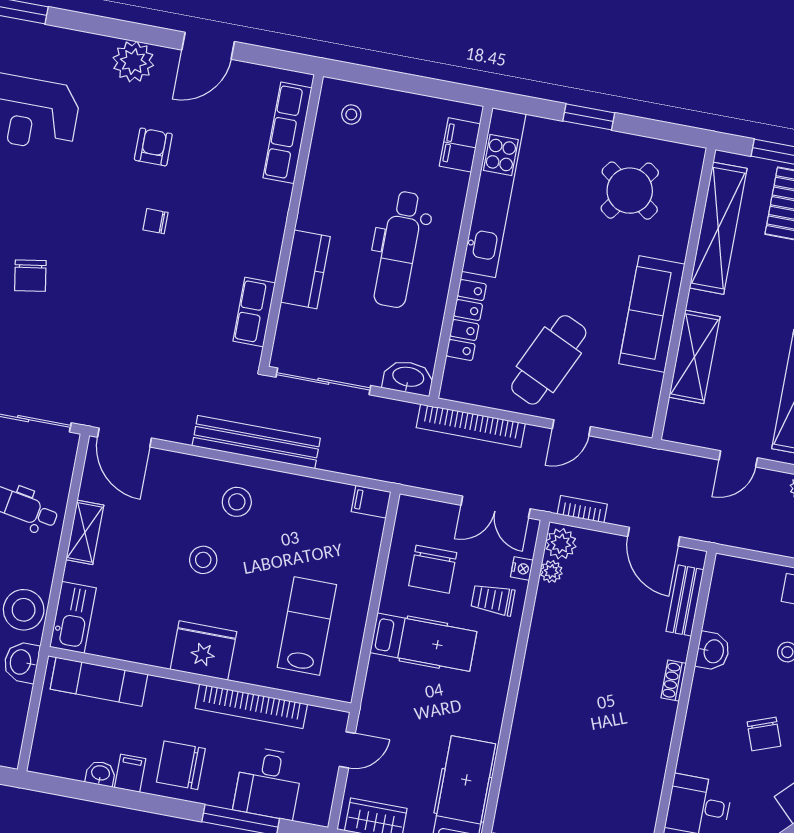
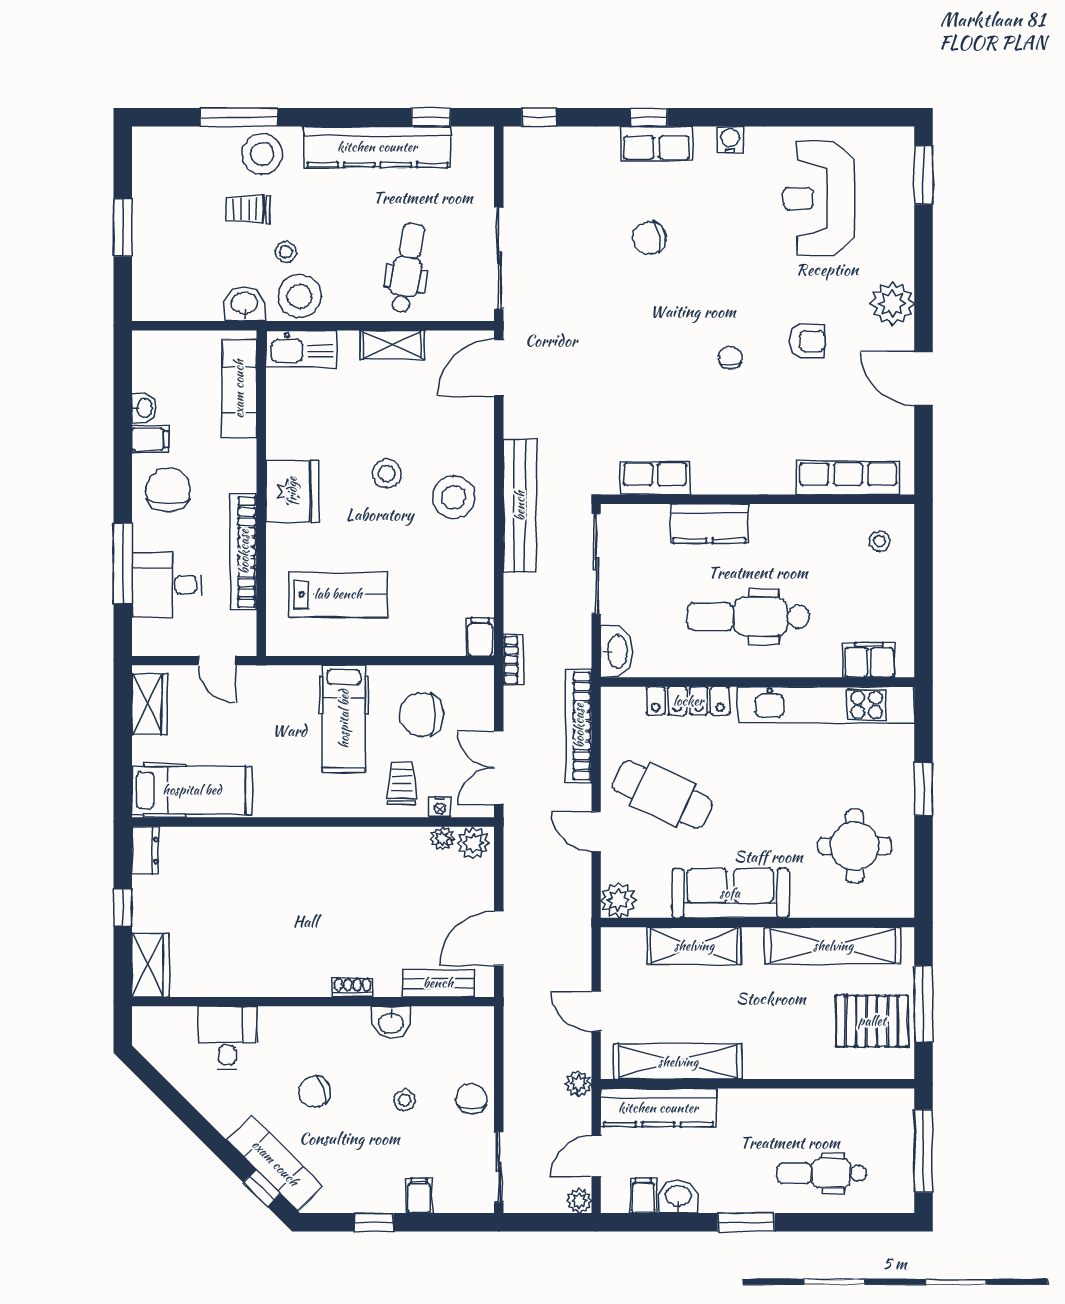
round table: (630, 191) -> (855, 846), turned -36
plant: (639, 419) -> (618, 900), added
stool: (237, 502) -> (454, 497), width x1.38, depth x1.38
bookcase: (582, 509) -> (513, 660), moved

